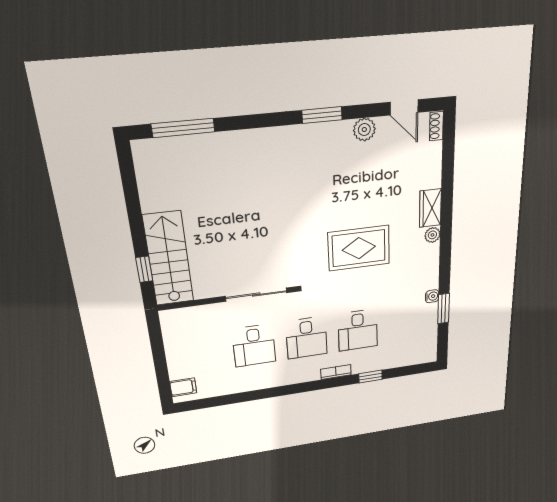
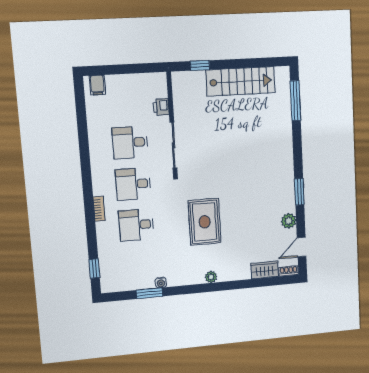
wardrobe: (430, 208) -> (265, 270), moved
stairs: (168, 259) -> (241, 81), moved
printer: (206, 313) -> (161, 107), added
window: (370, 377) -> (94, 269), moved

